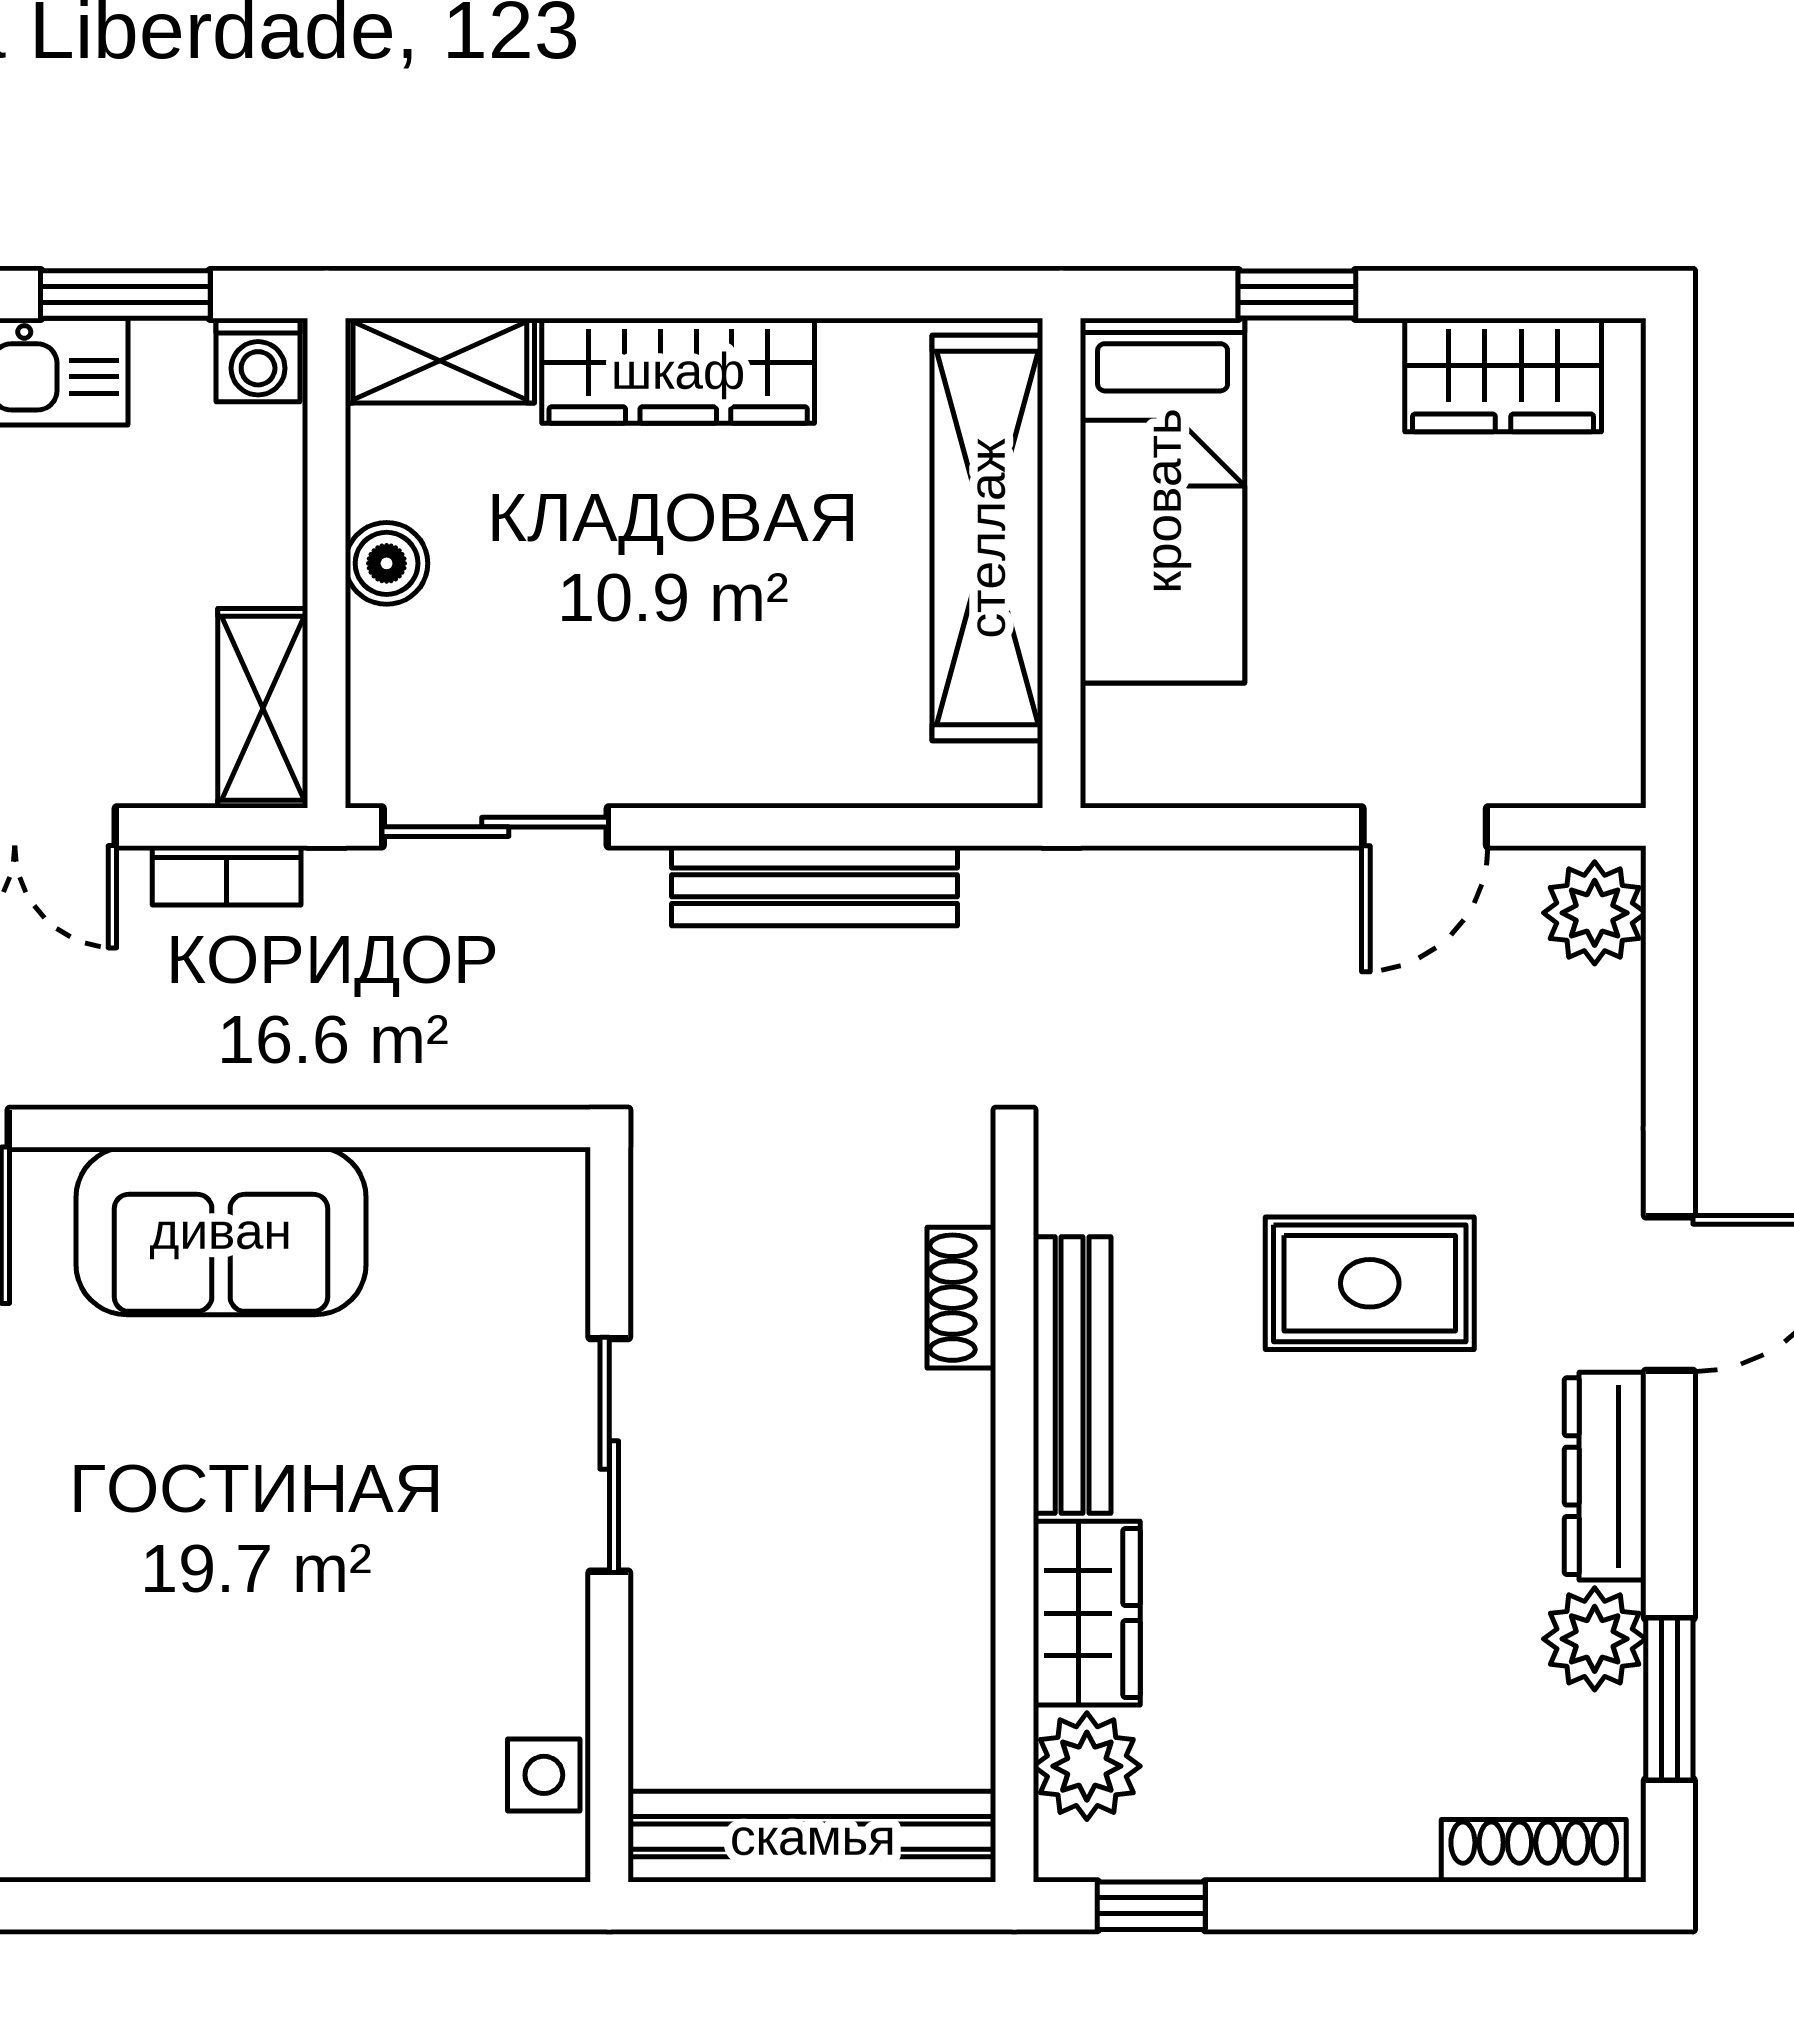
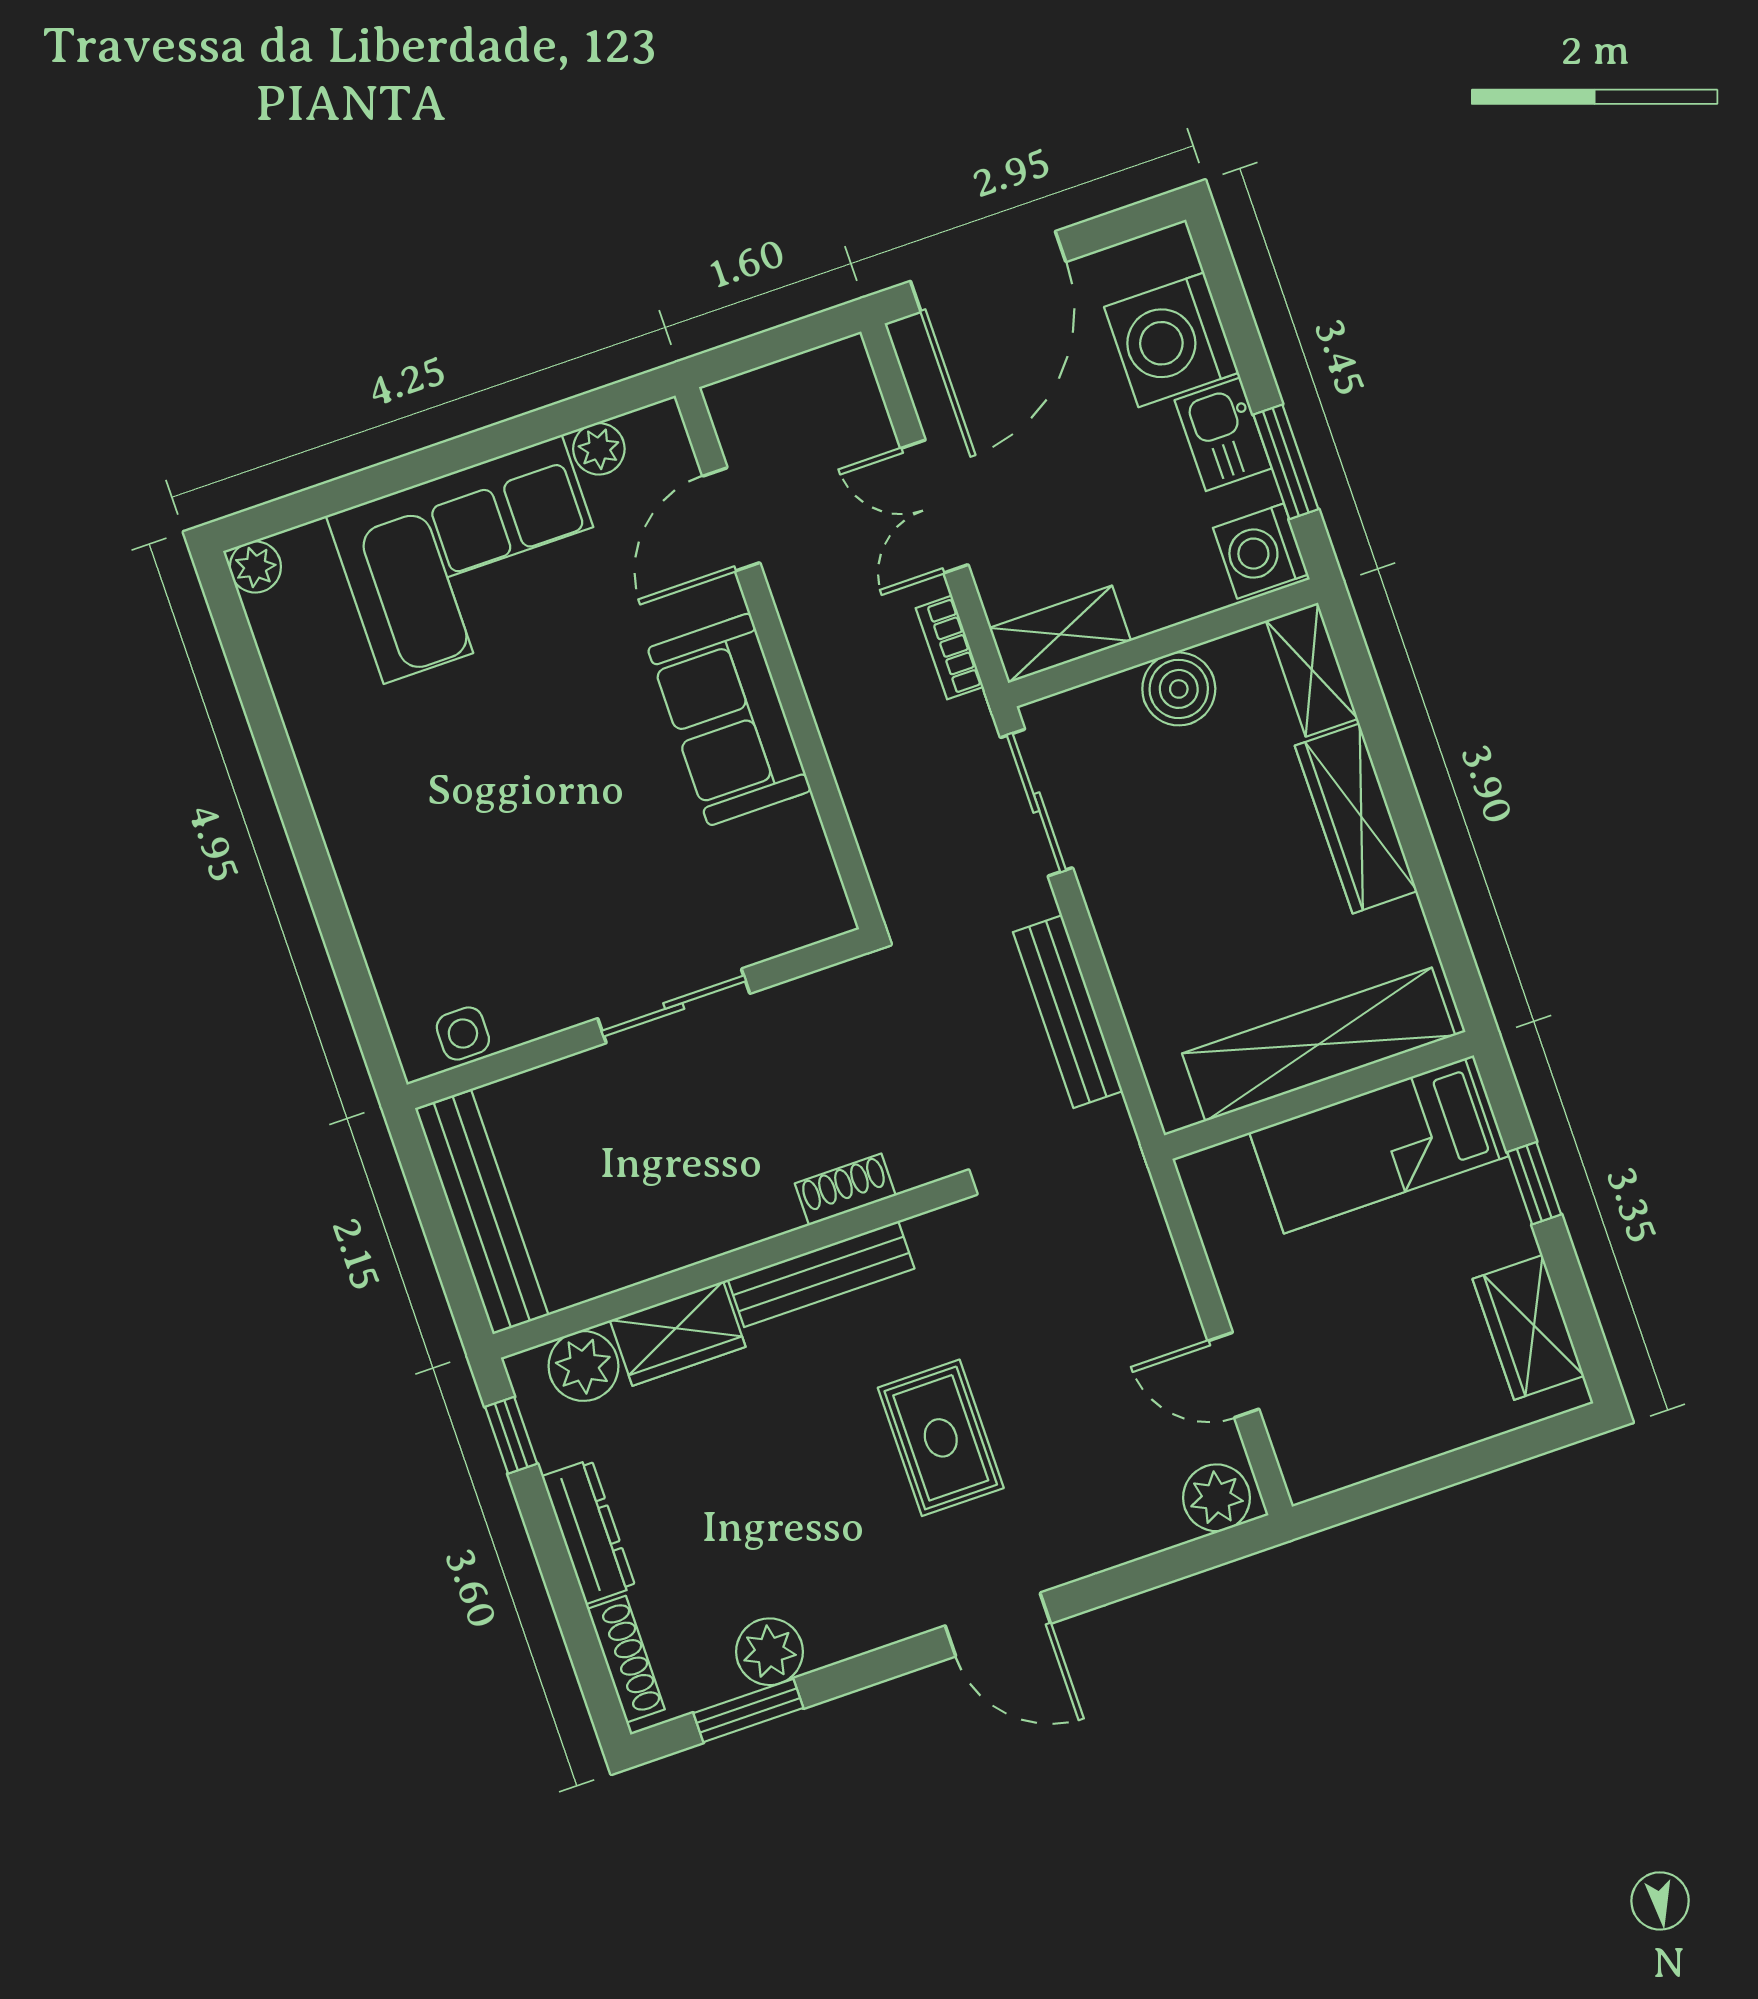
washing machine: (258, 360) -> (1261, 551), width x1.38, depth x1.38
boiler: (387, 563) -> (1179, 689), width x1.36, depth x1.36
dresser: (1605, 1476) -> (589, 1532), moved, turned 90

